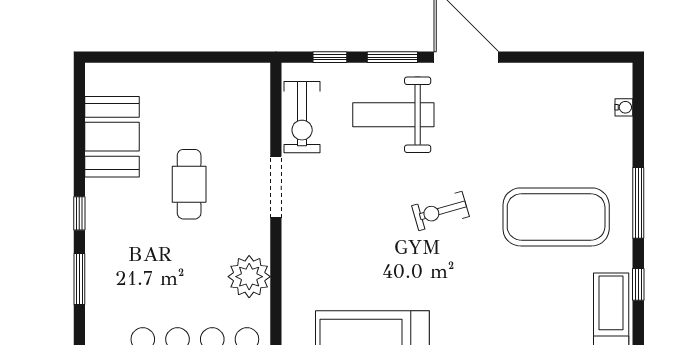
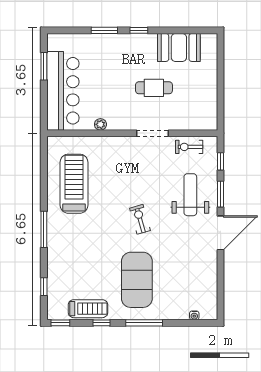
exercise bike: (302, 117) -> (189, 147), width x0.73, depth x0.72
plant: (249, 277) -> (100, 124), width x0.53, depth x0.53

